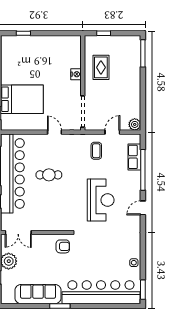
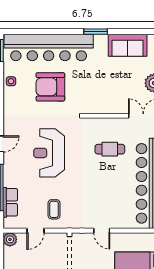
cafe table: (49, 175) -> (110, 149), moved
armchair: (63, 246) -> (50, 87), moved, width x1.88, depth x1.88
sofa: (38, 294) -> (128, 45), width x0.73

